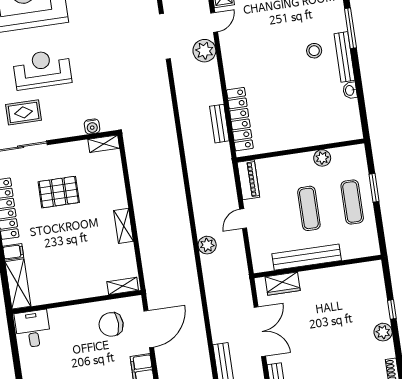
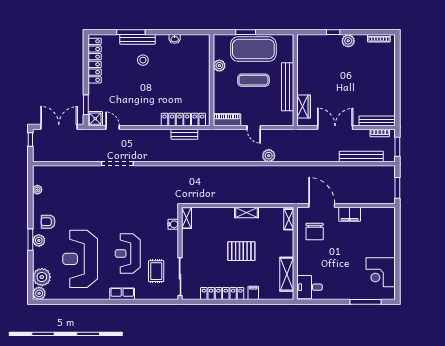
plant: (204, 51) -> (132, 137), removed
bench: (344, 57) -> (137, 39), moved
pallet: (59, 192) -> (241, 251), moved, turned 90
exercise mat: (352, 202) -> (253, 49), width x2.00, depth x1.45
shelving: (18, 284) -> (287, 274), moved, turned 90

